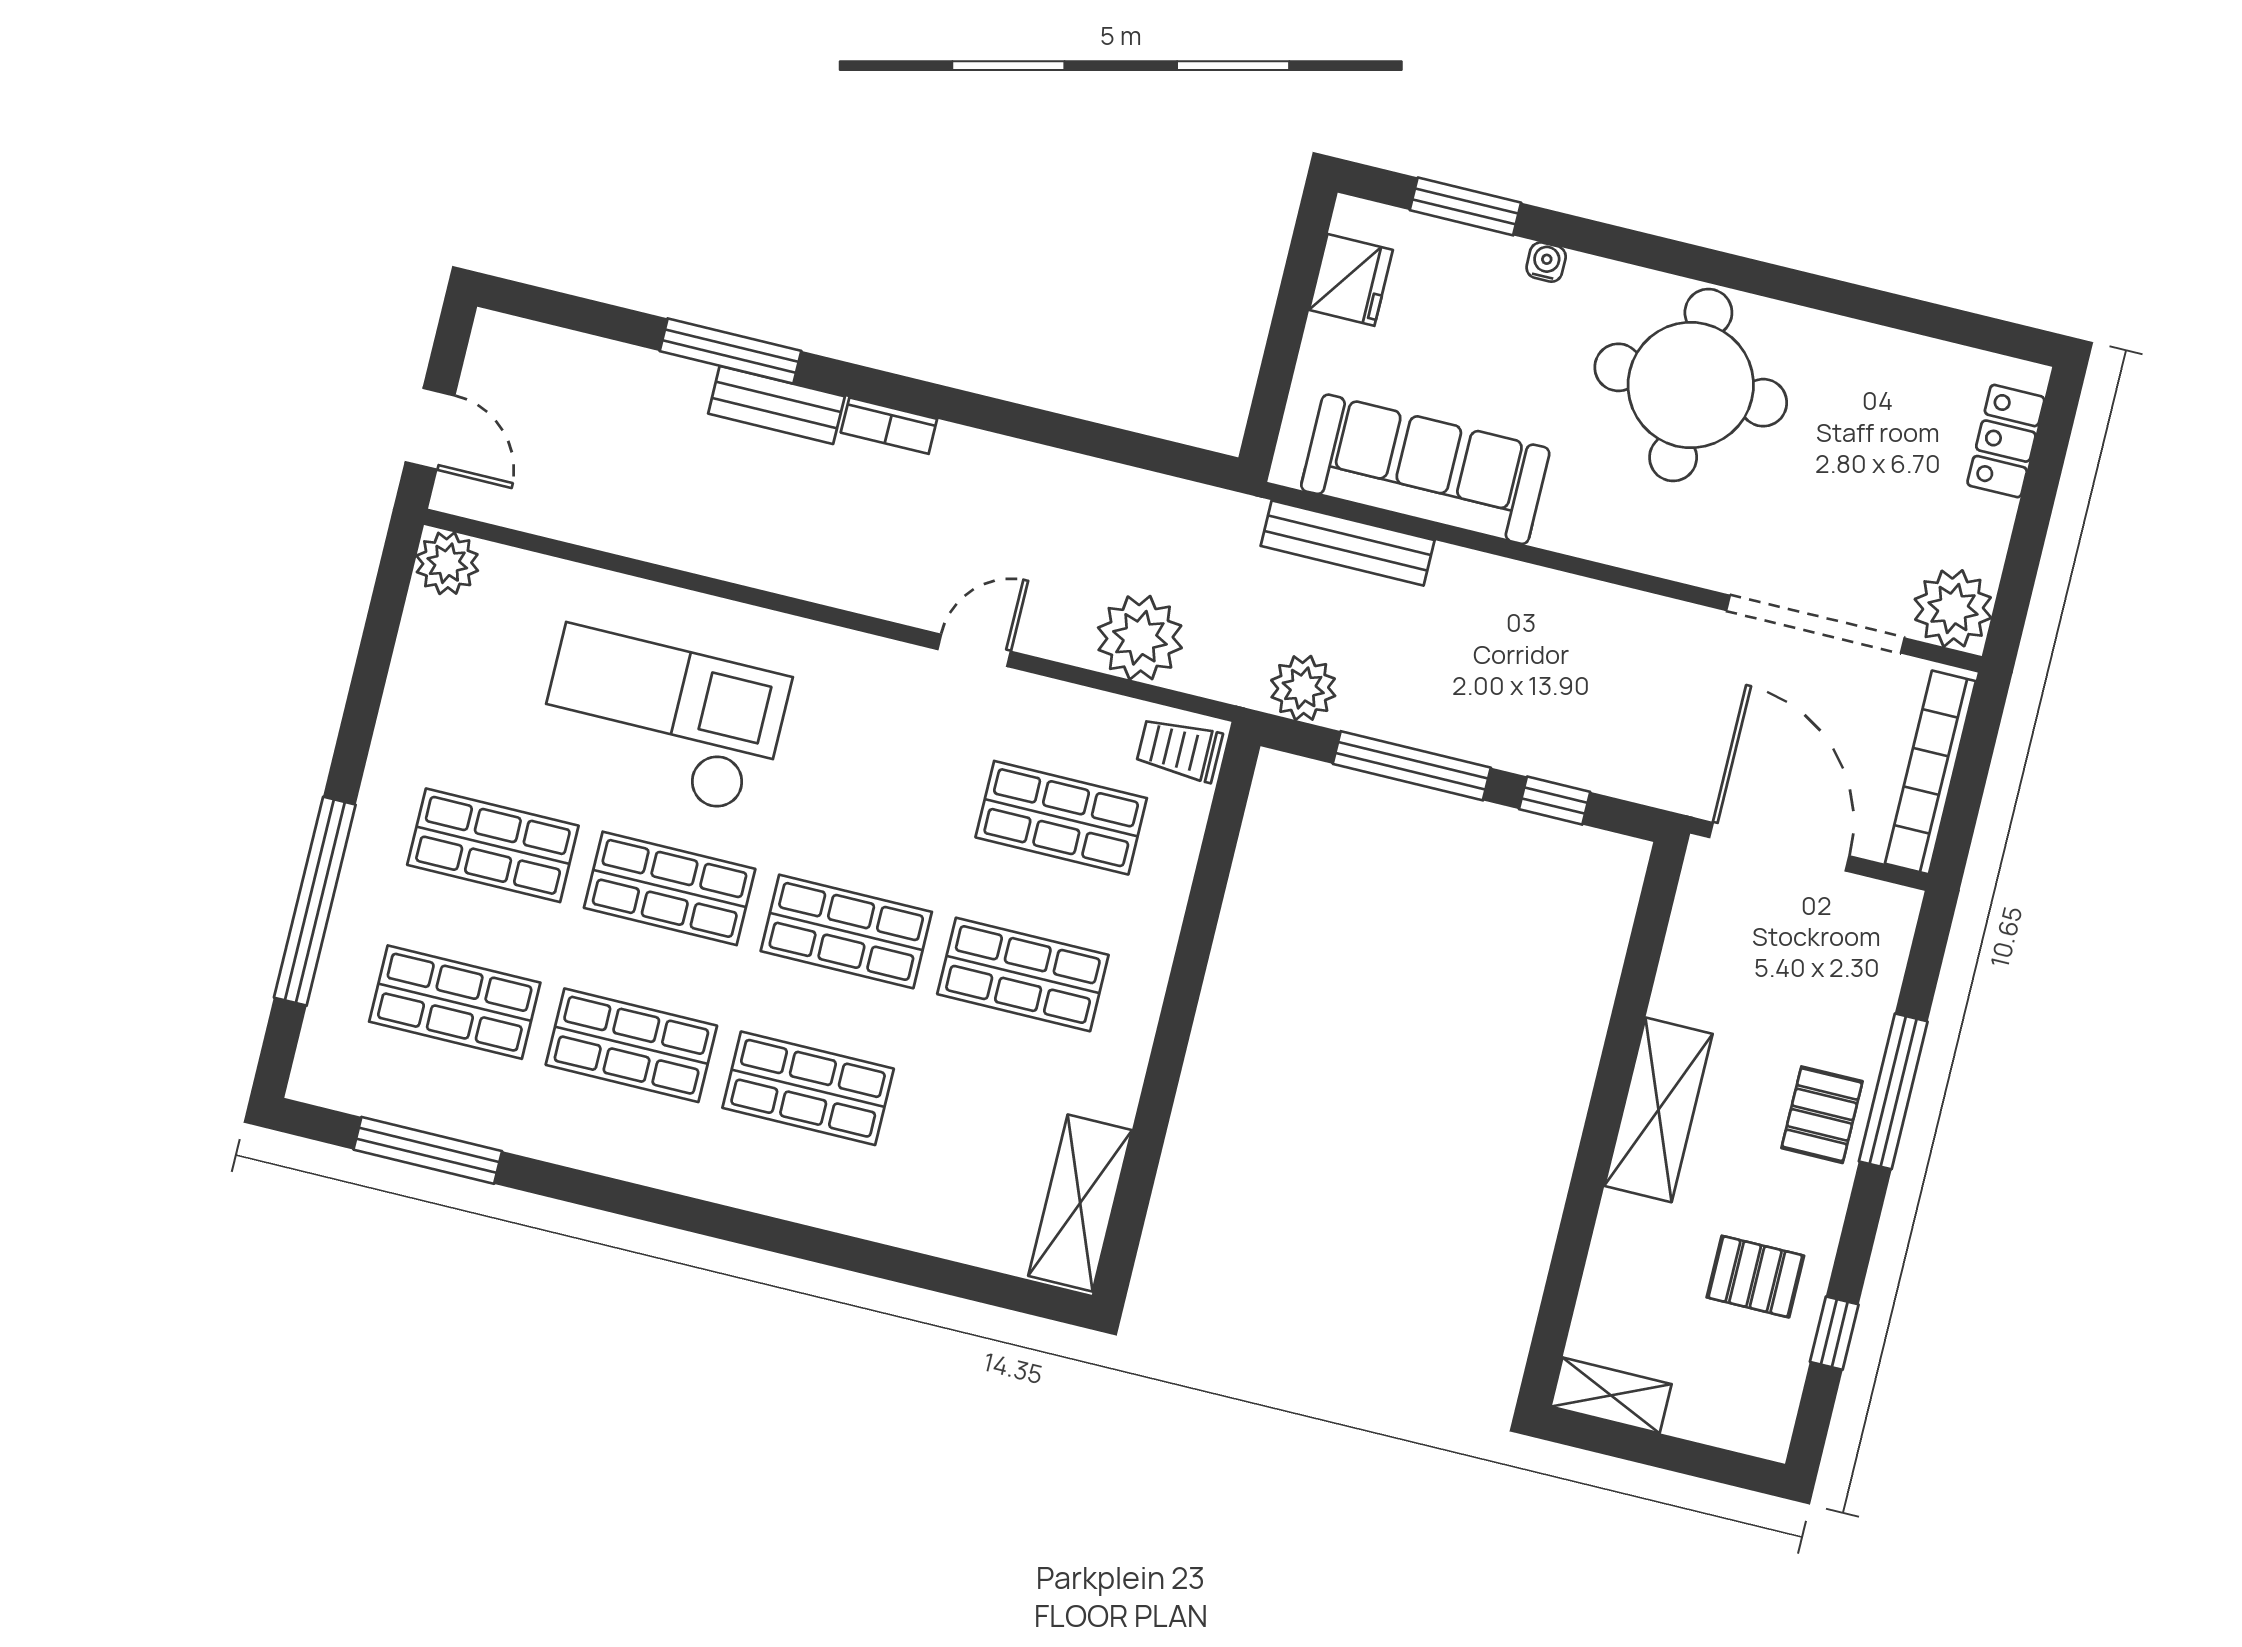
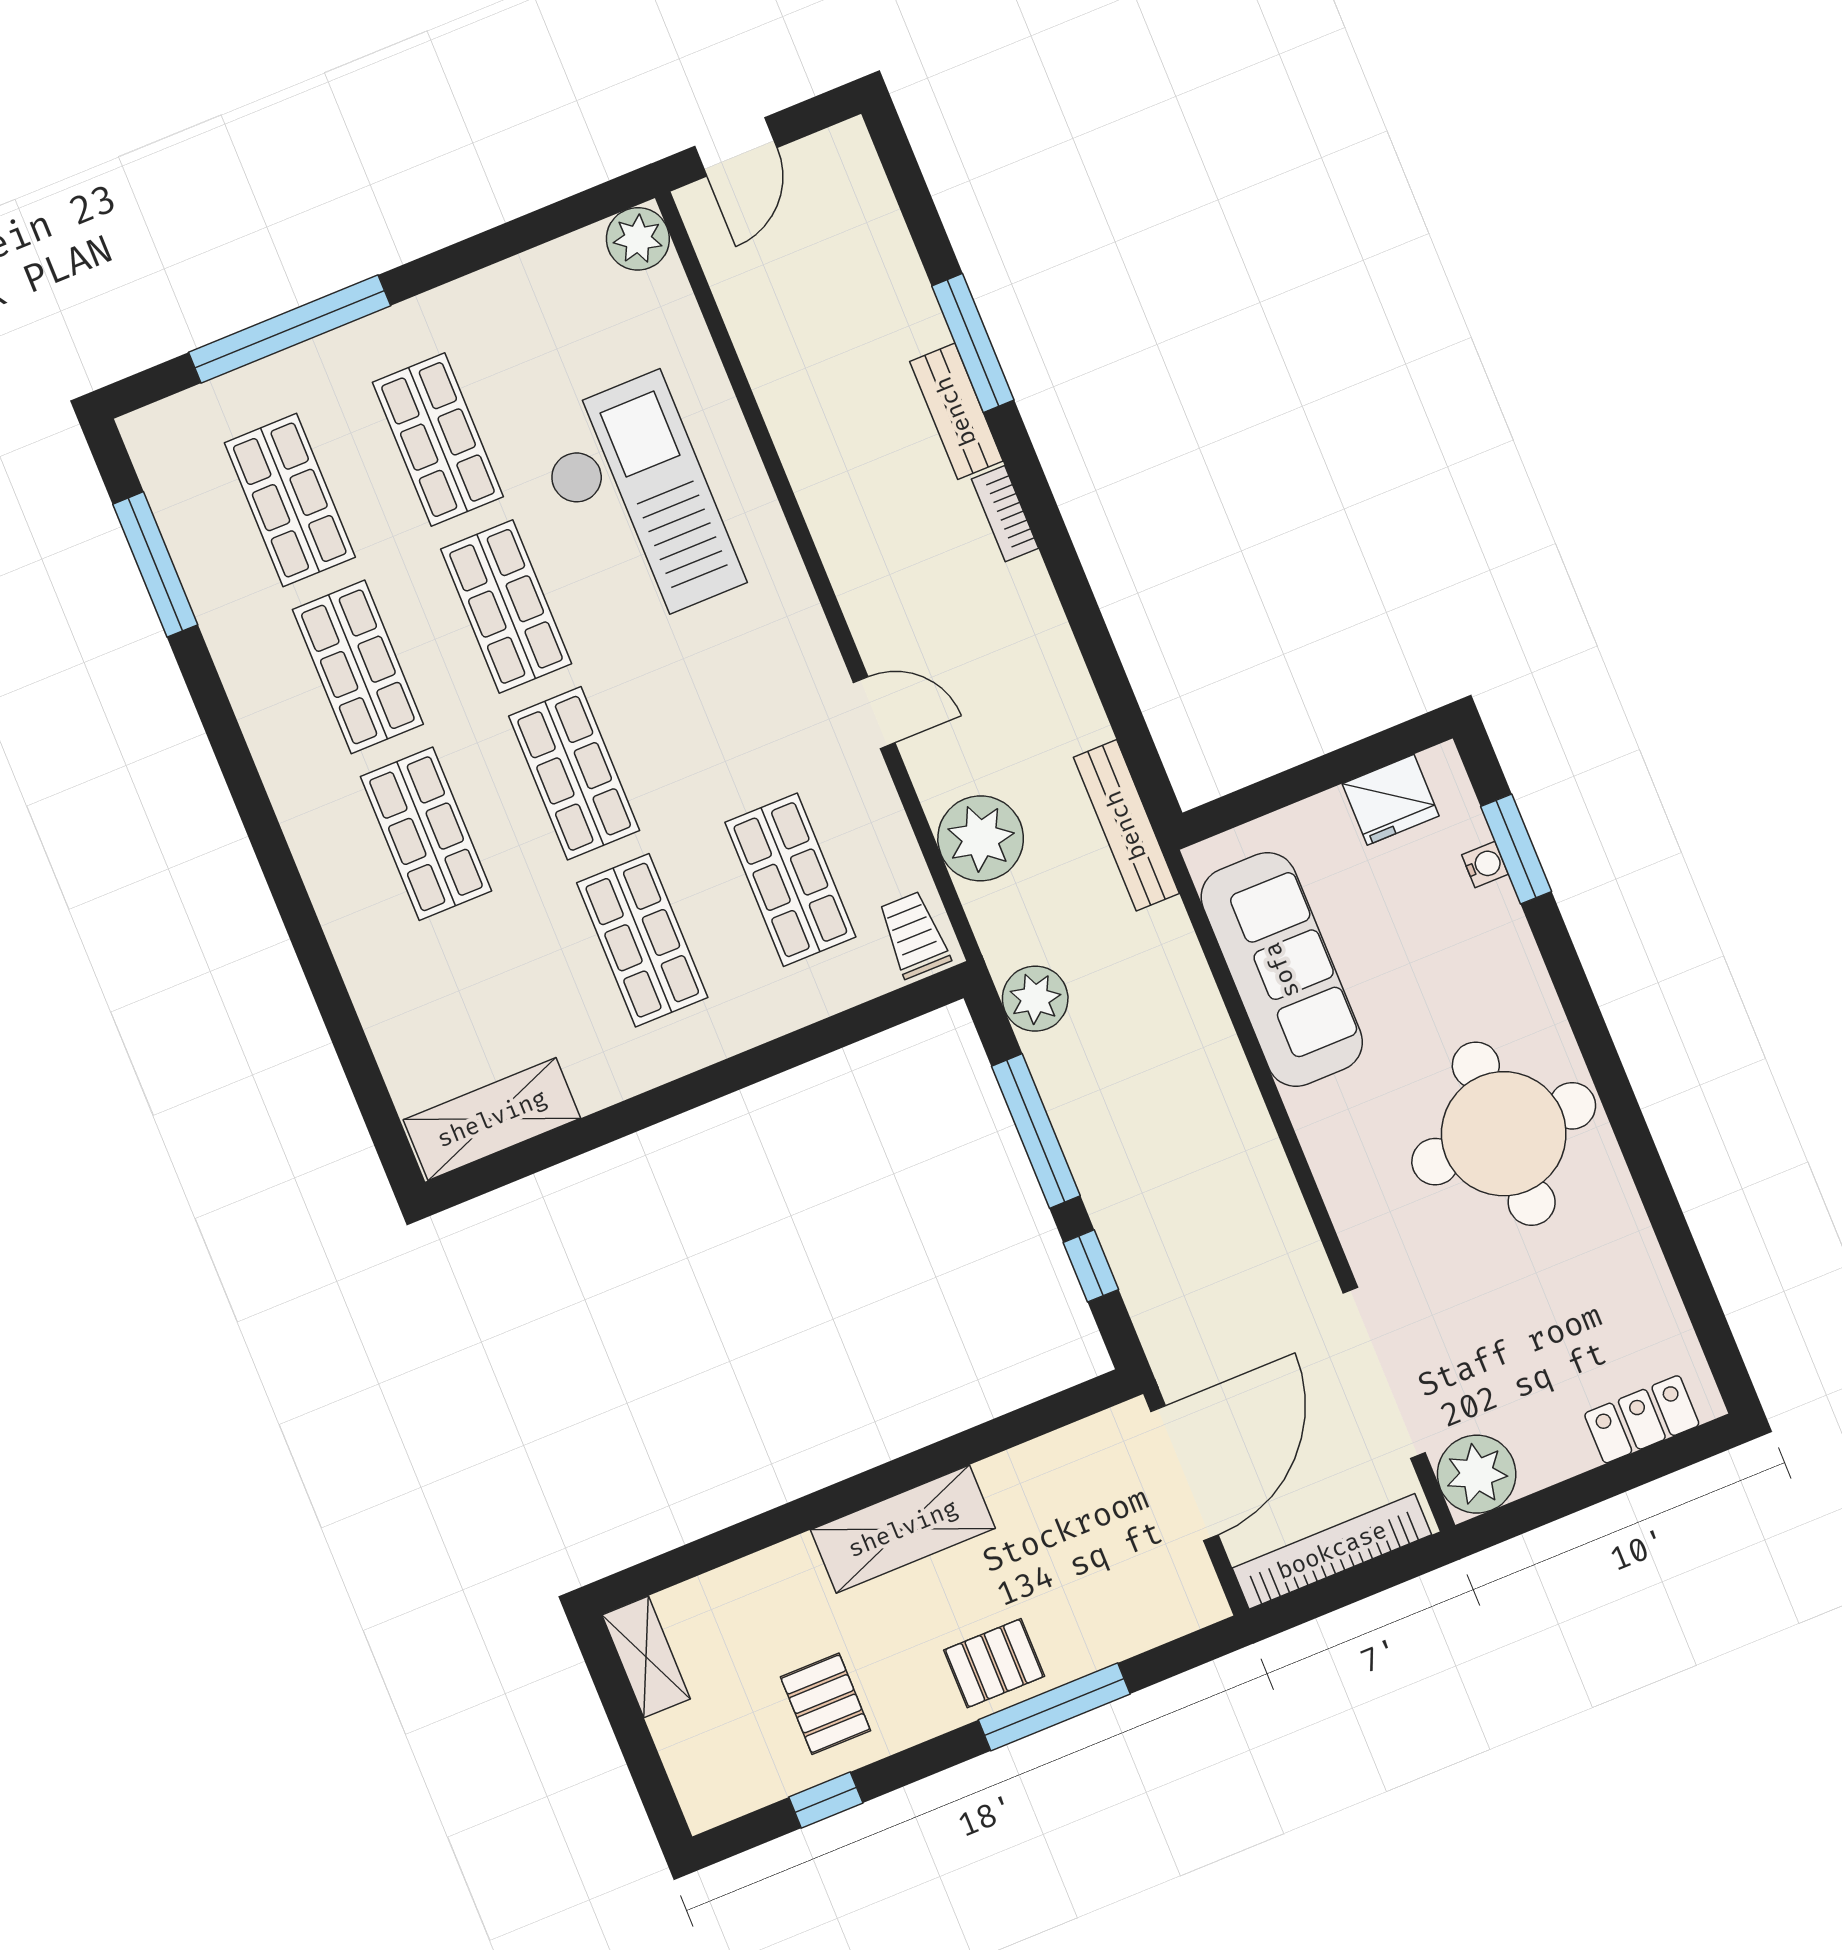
water cooler: (1546, 262) -> (1485, 864), moved
bench: (1348, 543) -> (1126, 825), moved

